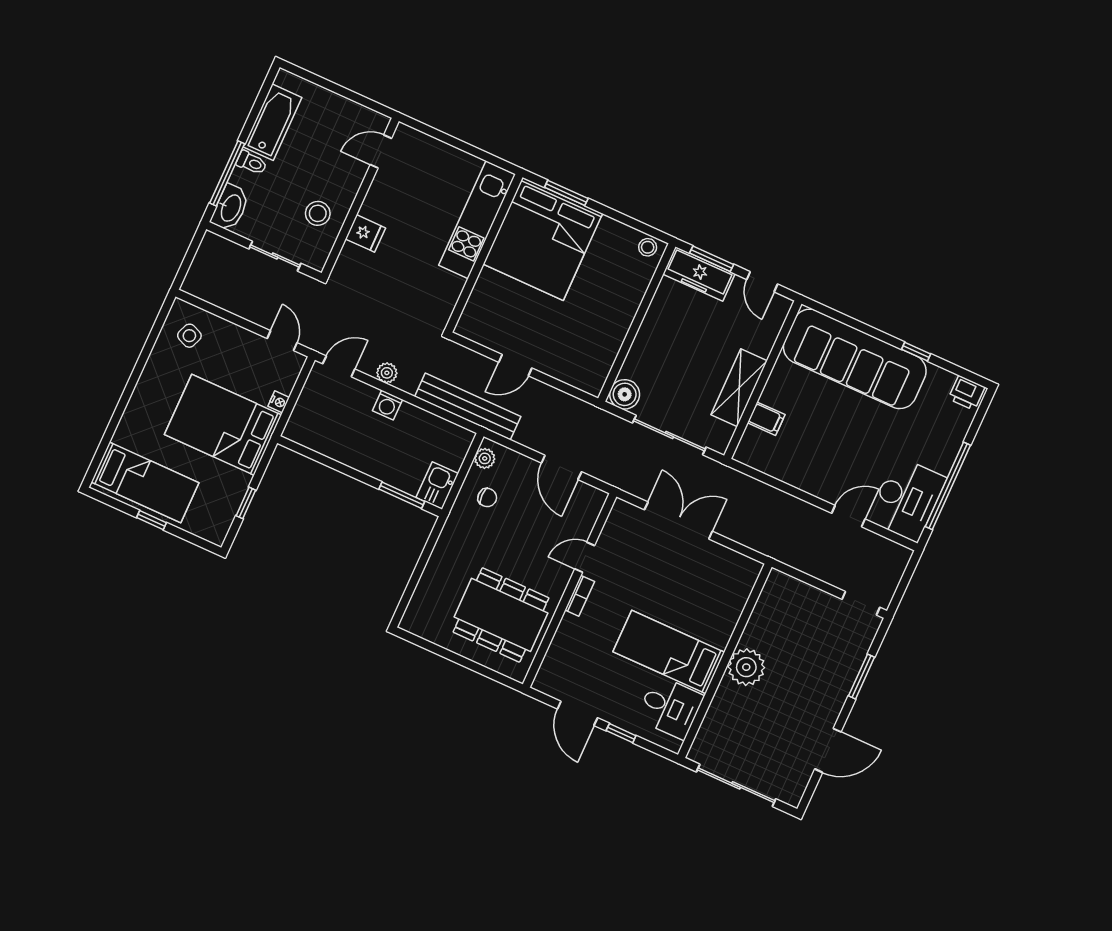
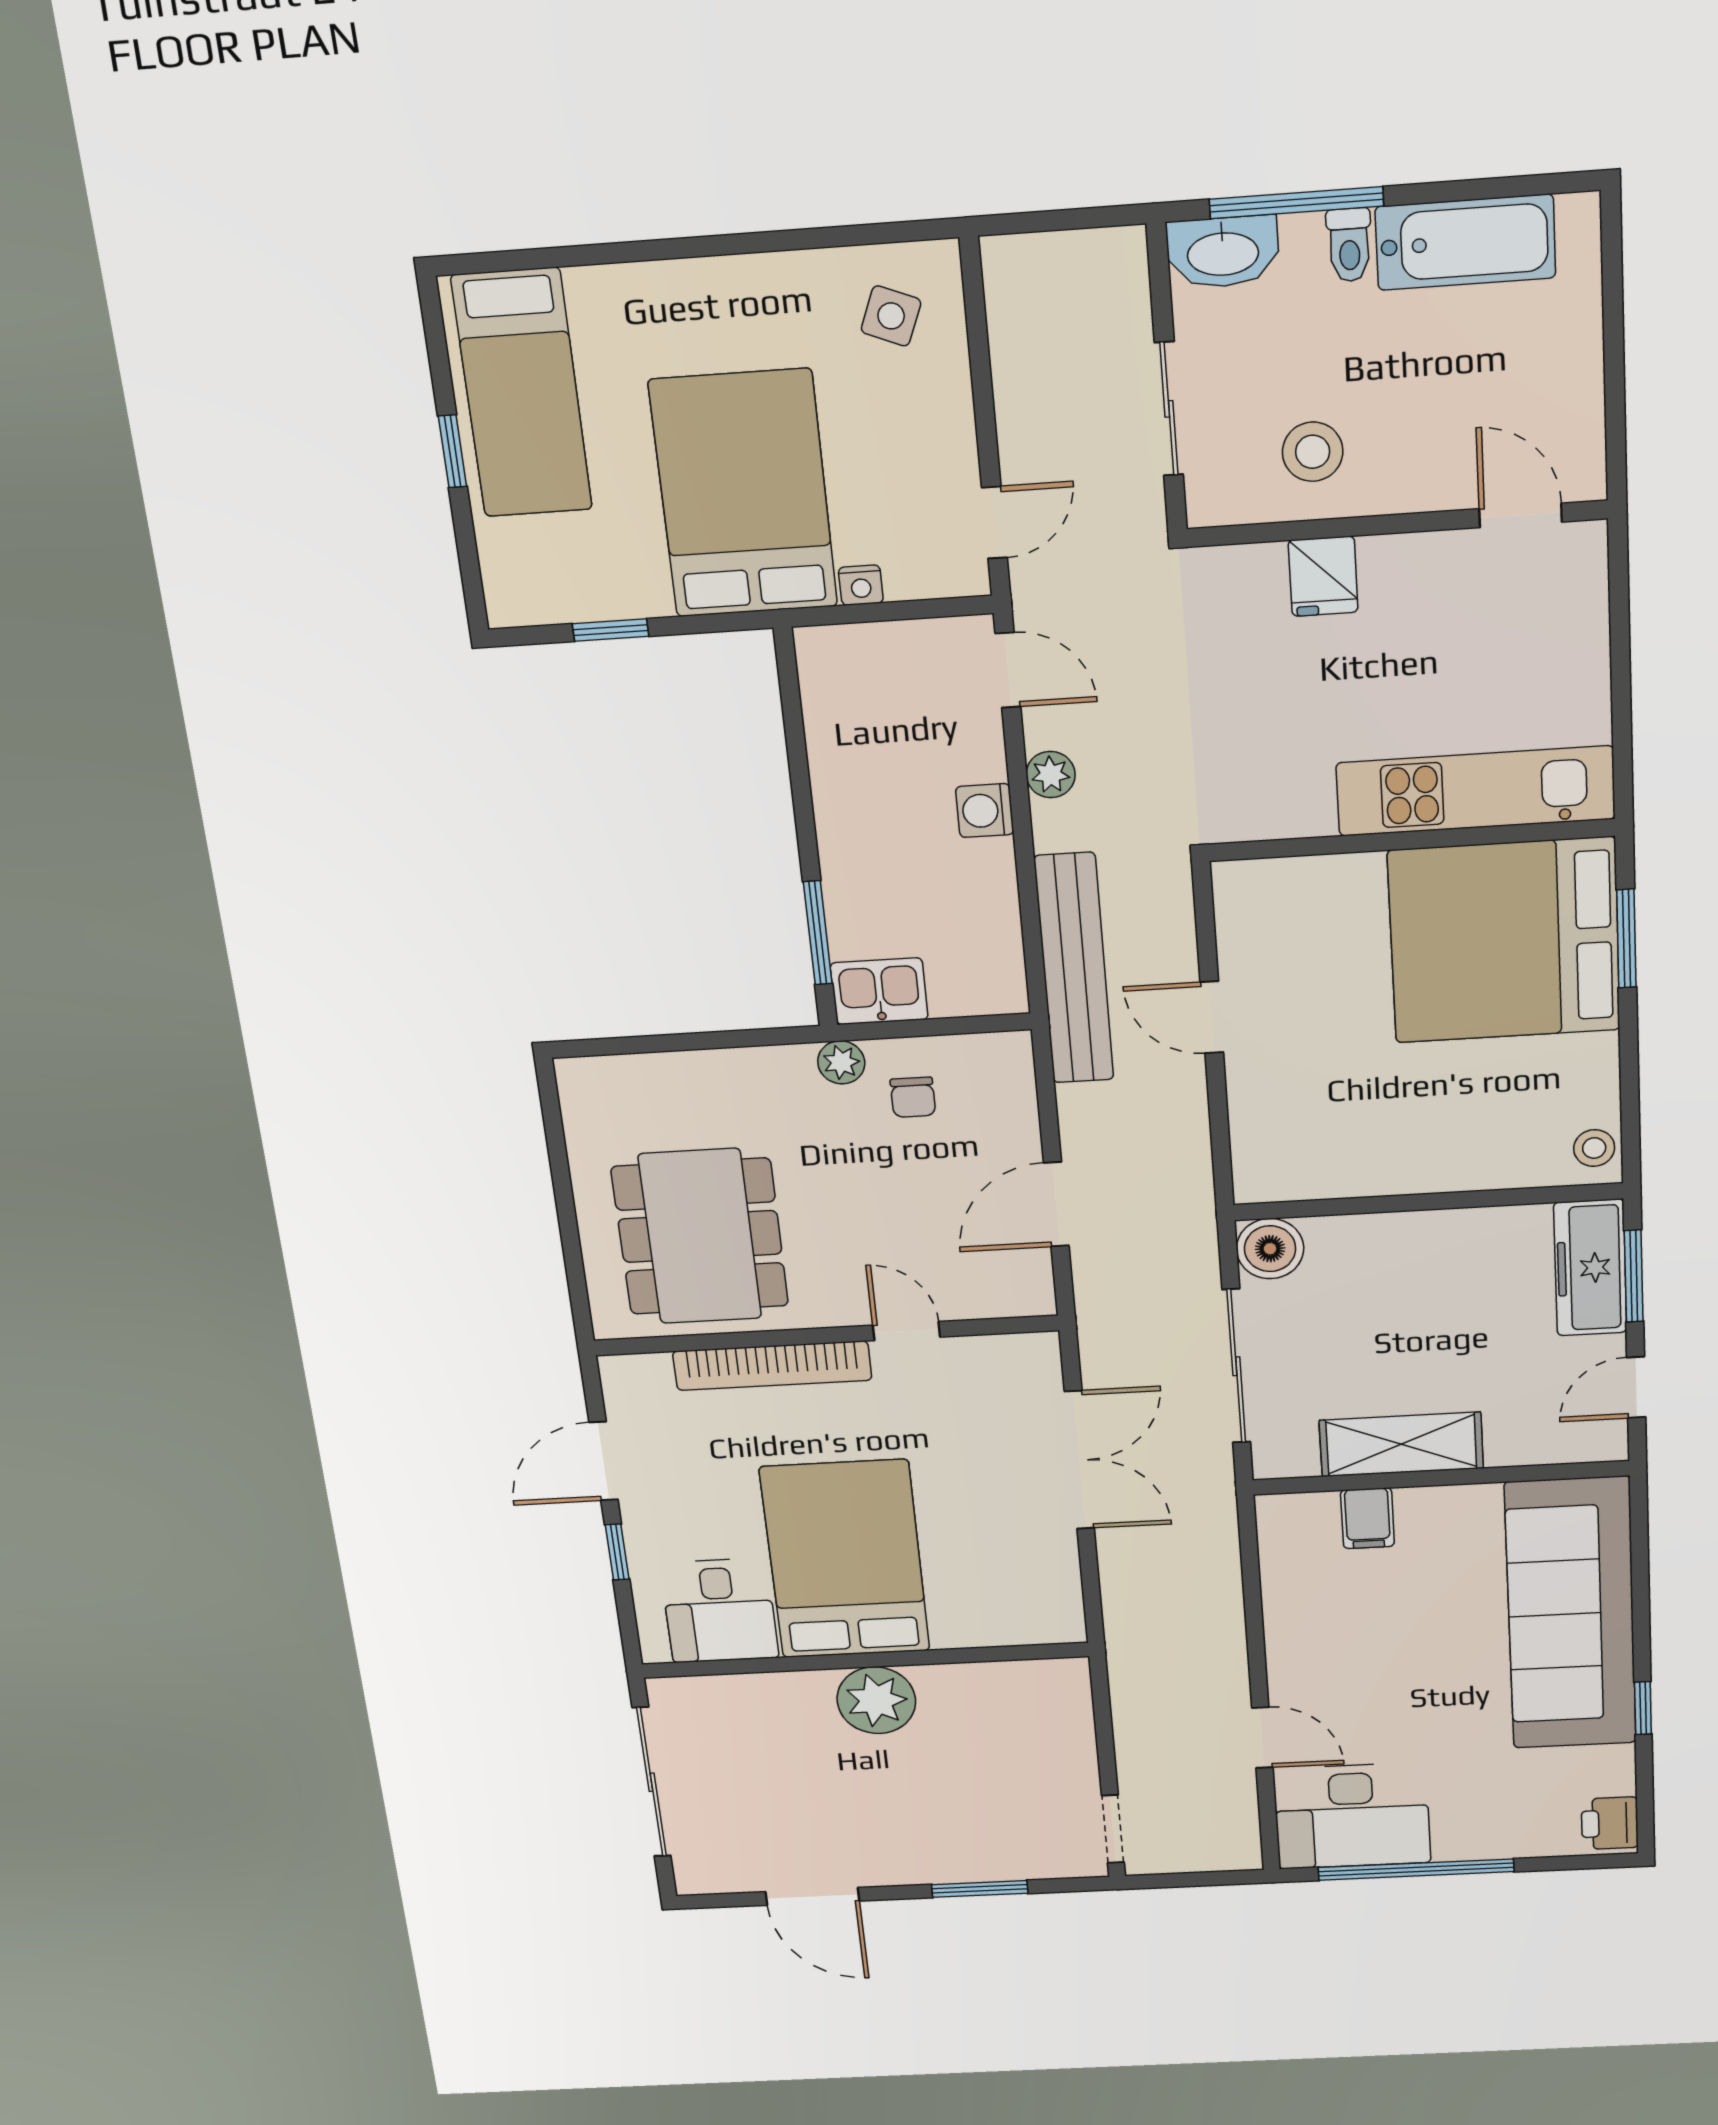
plant: (485, 458) -> (841, 1062), moved
bookcase: (580, 596) -> (772, 1366), width x2.31, depth x1.31
bed: (669, 652) -> (845, 1559), width x1.50

